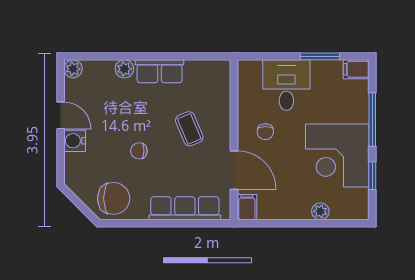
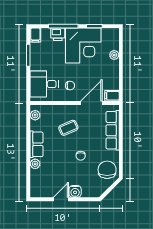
plant: (73, 69) -> (35, 115), moved
desk: (286, 85) -> (44, 84), moved
printer: (358, 110) -> (58, 34), added

